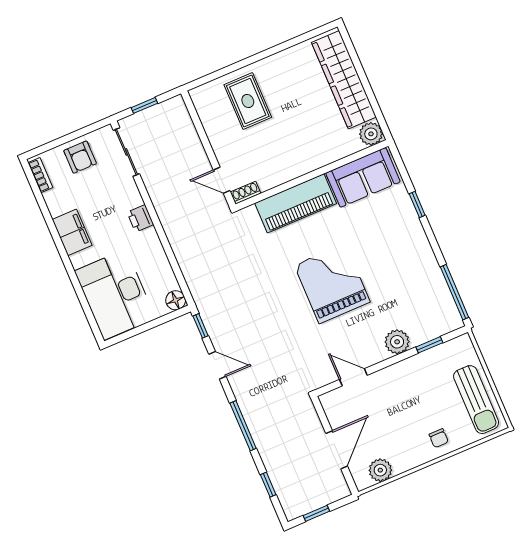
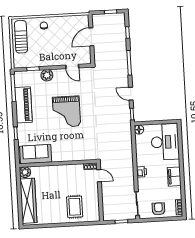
piano: (296, 203) -> (23, 105), moved, turned 90
plant: (380, 470) -> (75, 21), removed

